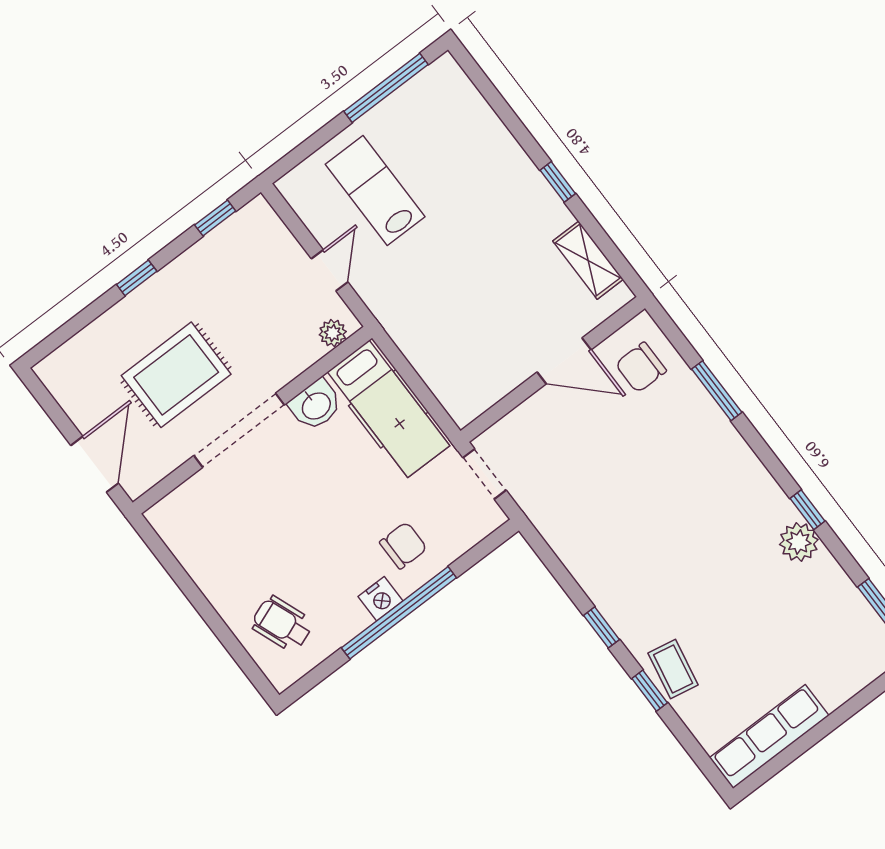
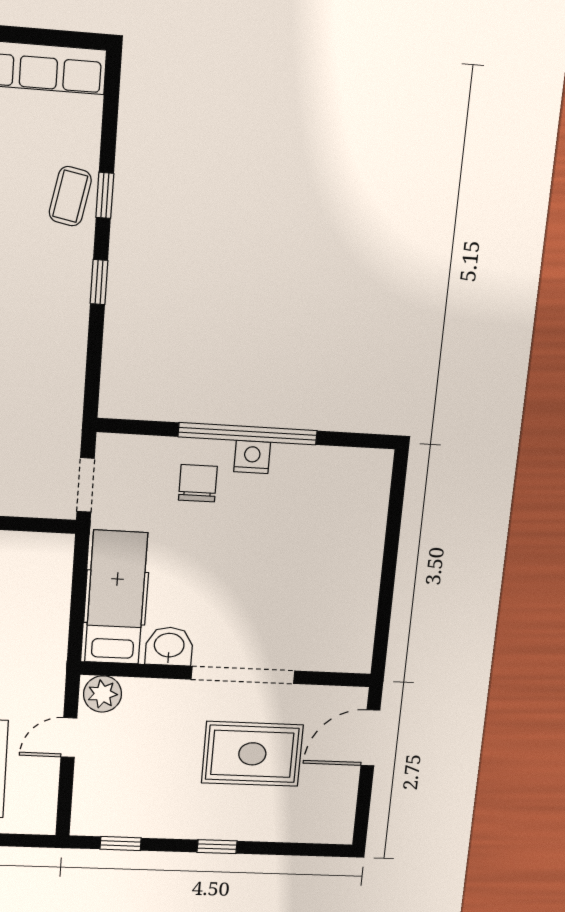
plant: (333, 333) -> (103, 694), width x1.38, depth x1.38
chair: (403, 545) -> (198, 483), turned 90
wheelchair: (282, 624) -> (343, 502), removed

